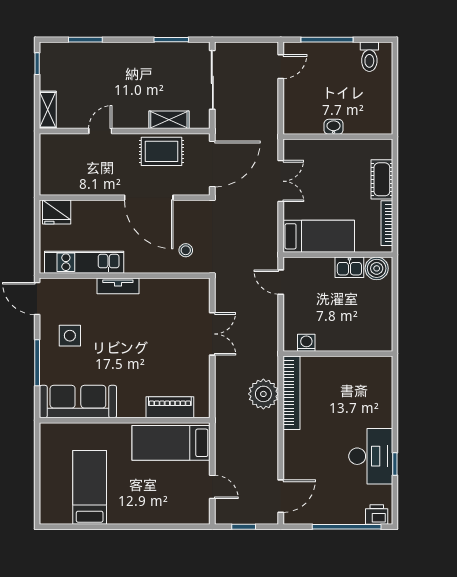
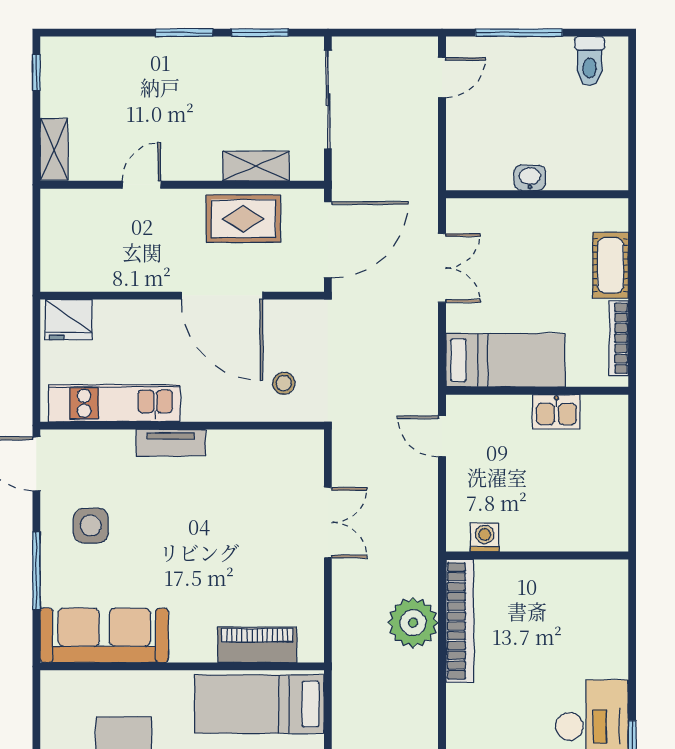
window: (85, 40) -> (184, 33), moved
boiler: (377, 268) -> (602, 414), removed

